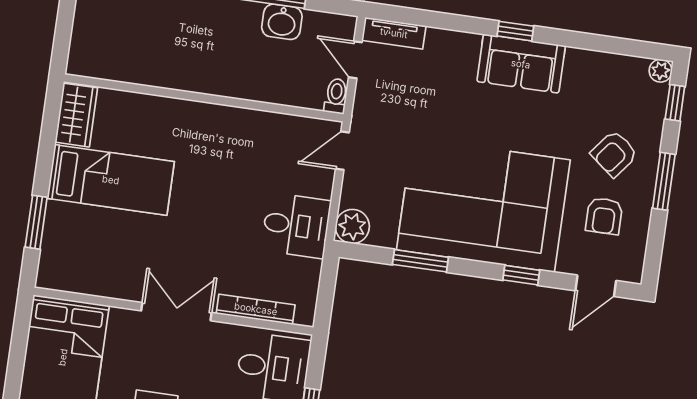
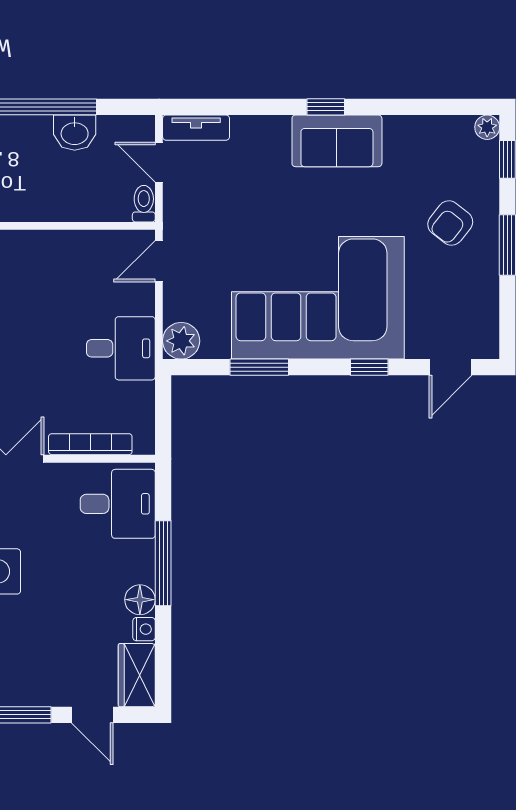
armchair: (604, 216) -> (449, 291), removed

